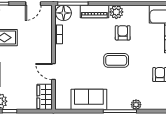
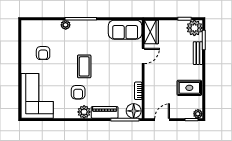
coffee table: (116, 60) -> (84, 66), turned 90
door: (53, 72) -> (143, 56), hinge flipped
sofa: (89, 99) -> (125, 30), moved

